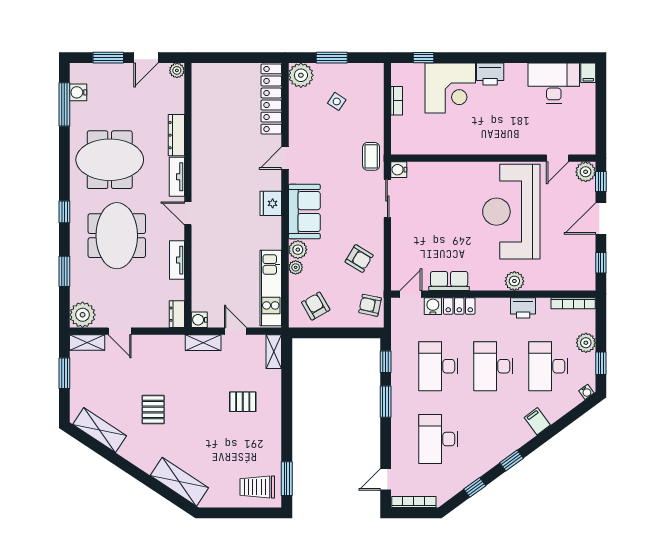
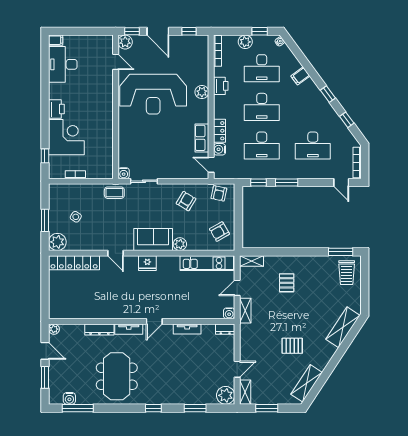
meeting table: (117, 236) -> (170, 371), removed
plant: (296, 267) -> (192, 246), removed

